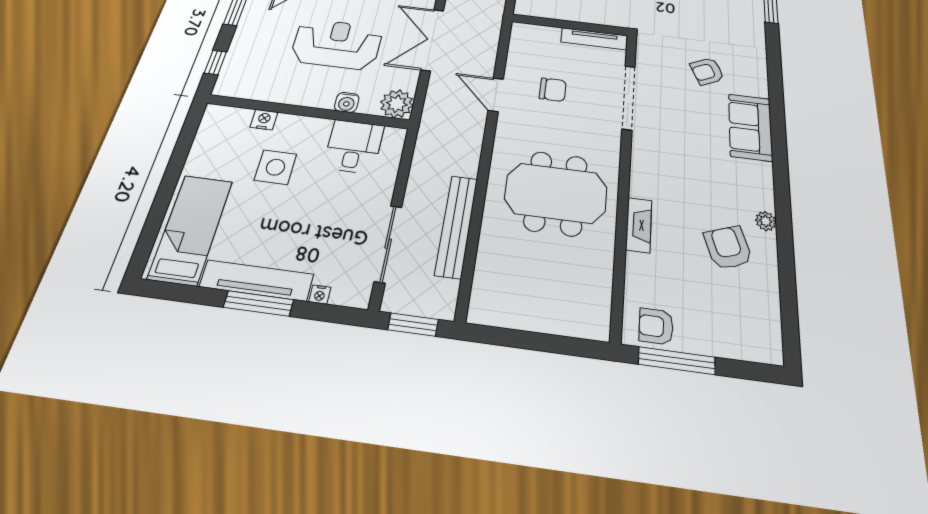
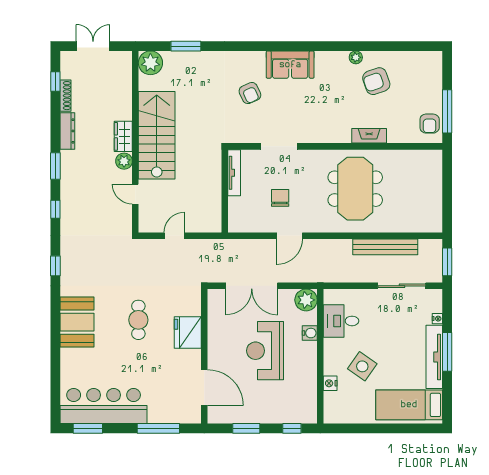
doorway: (629, 97) -> (279, 146), width x0.73
side table: (275, 167) -> (362, 366), turned 35

